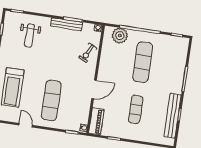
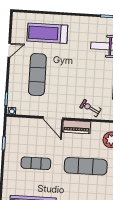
exercise mat: (51, 100) -> (37, 75), turned 90
piano: (96, 121) -> (77, 127), moved

